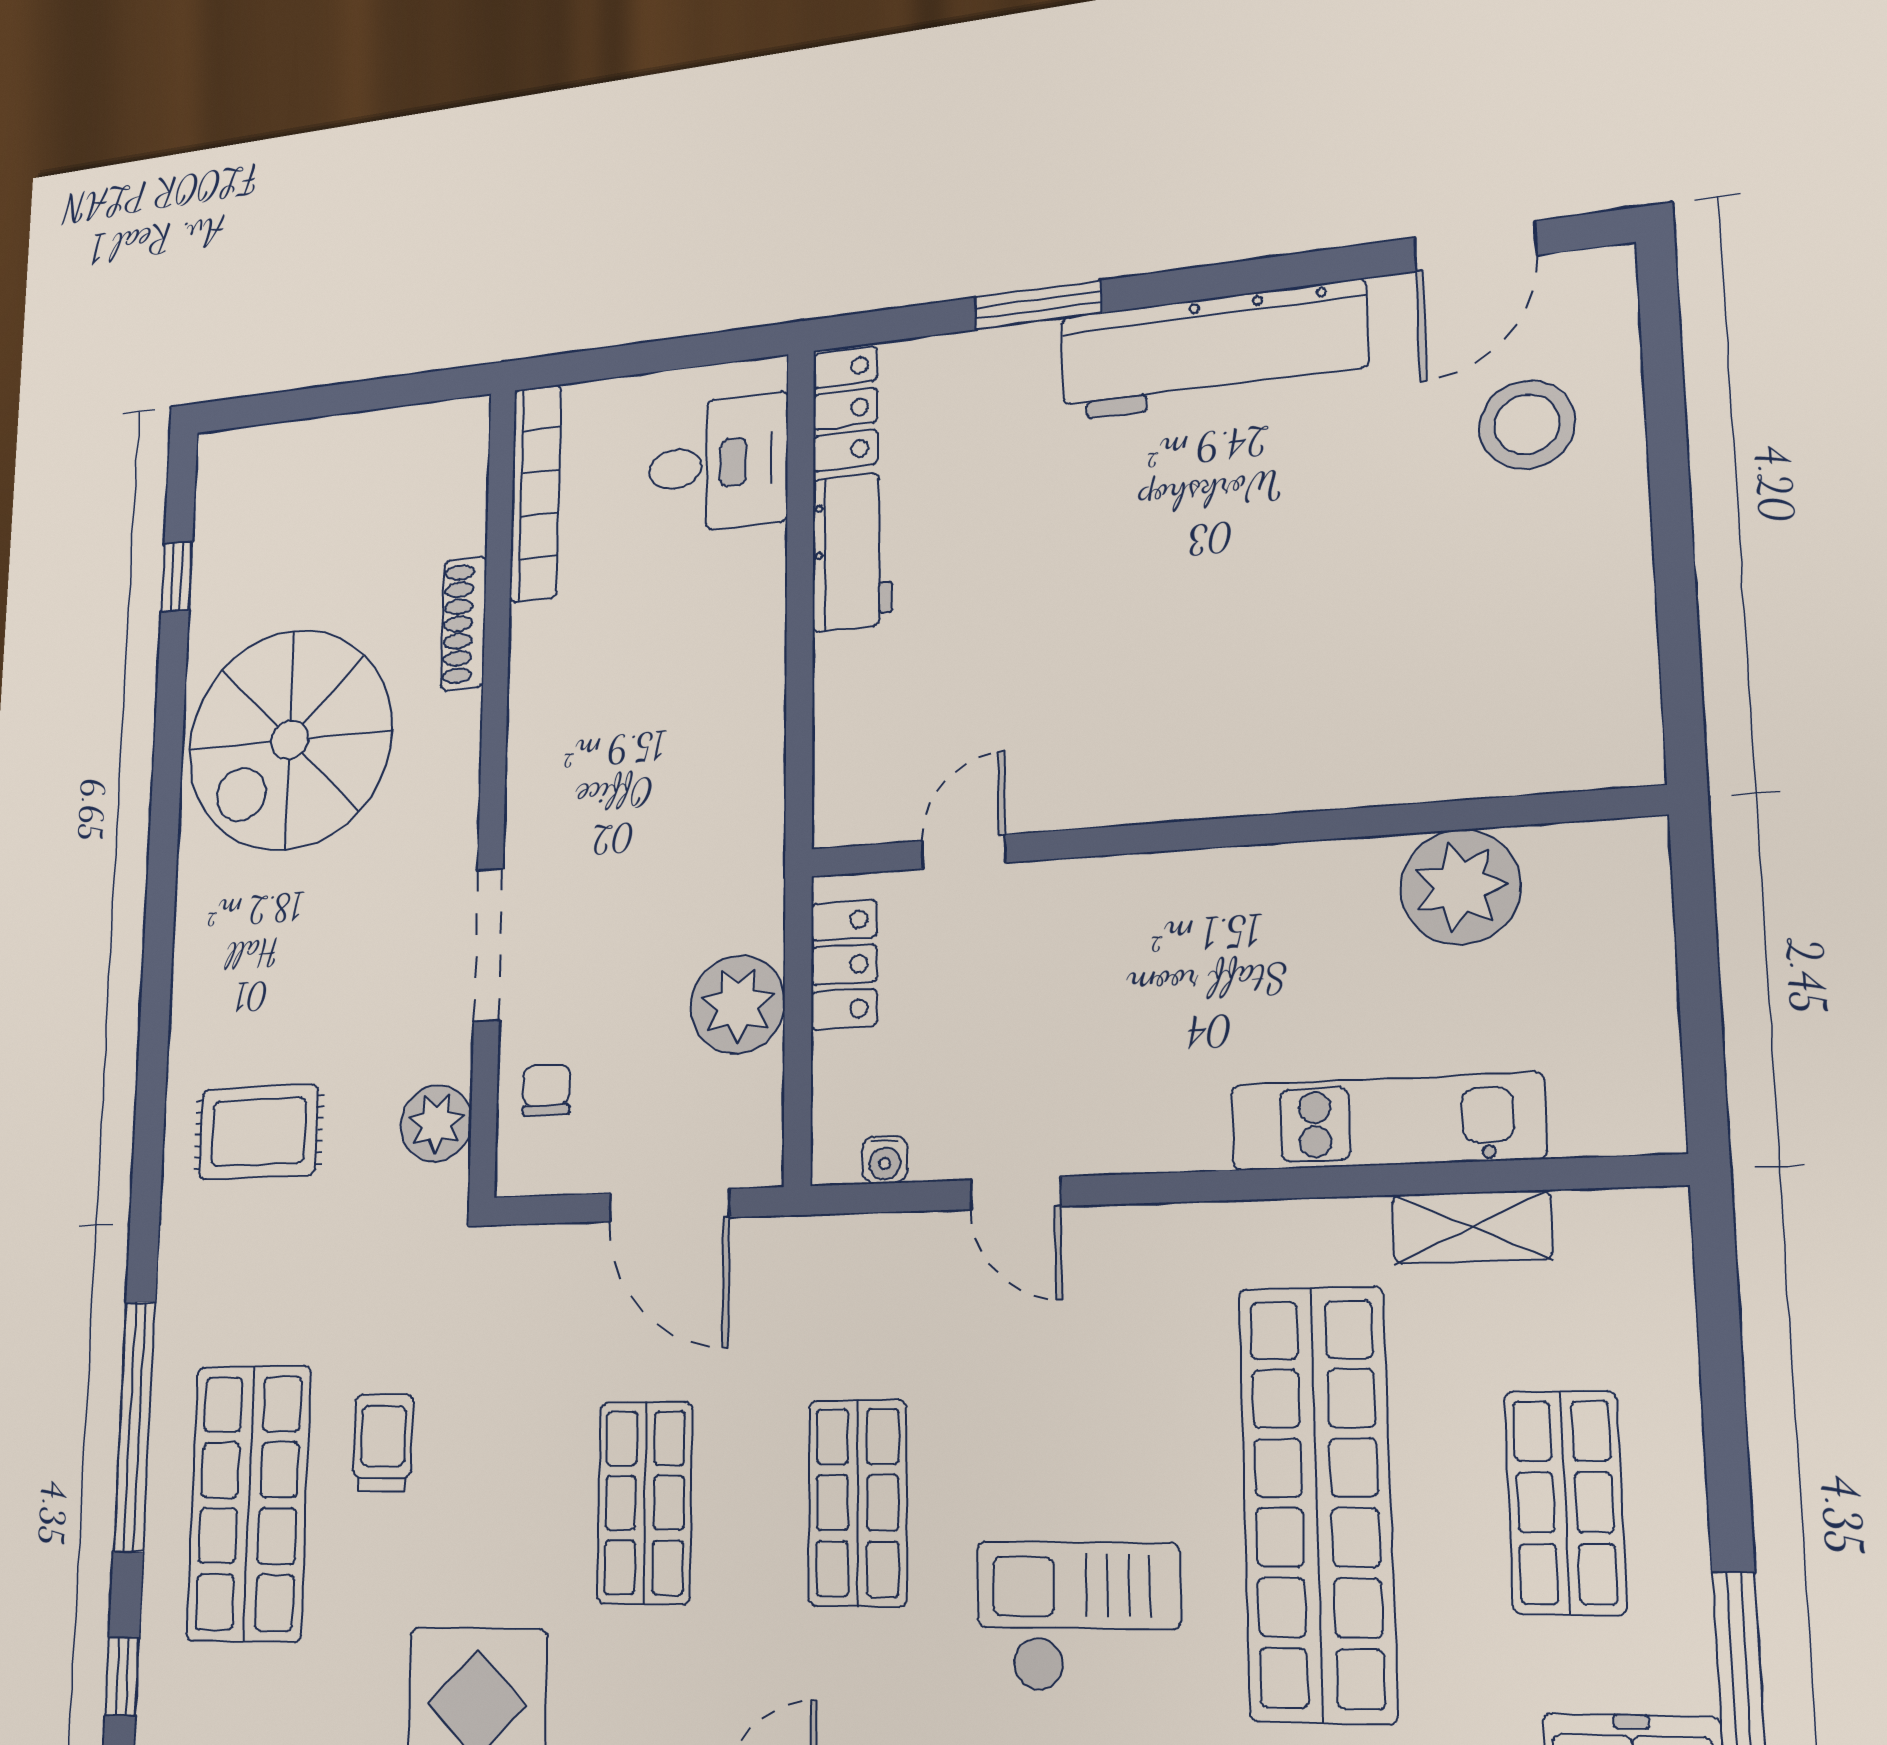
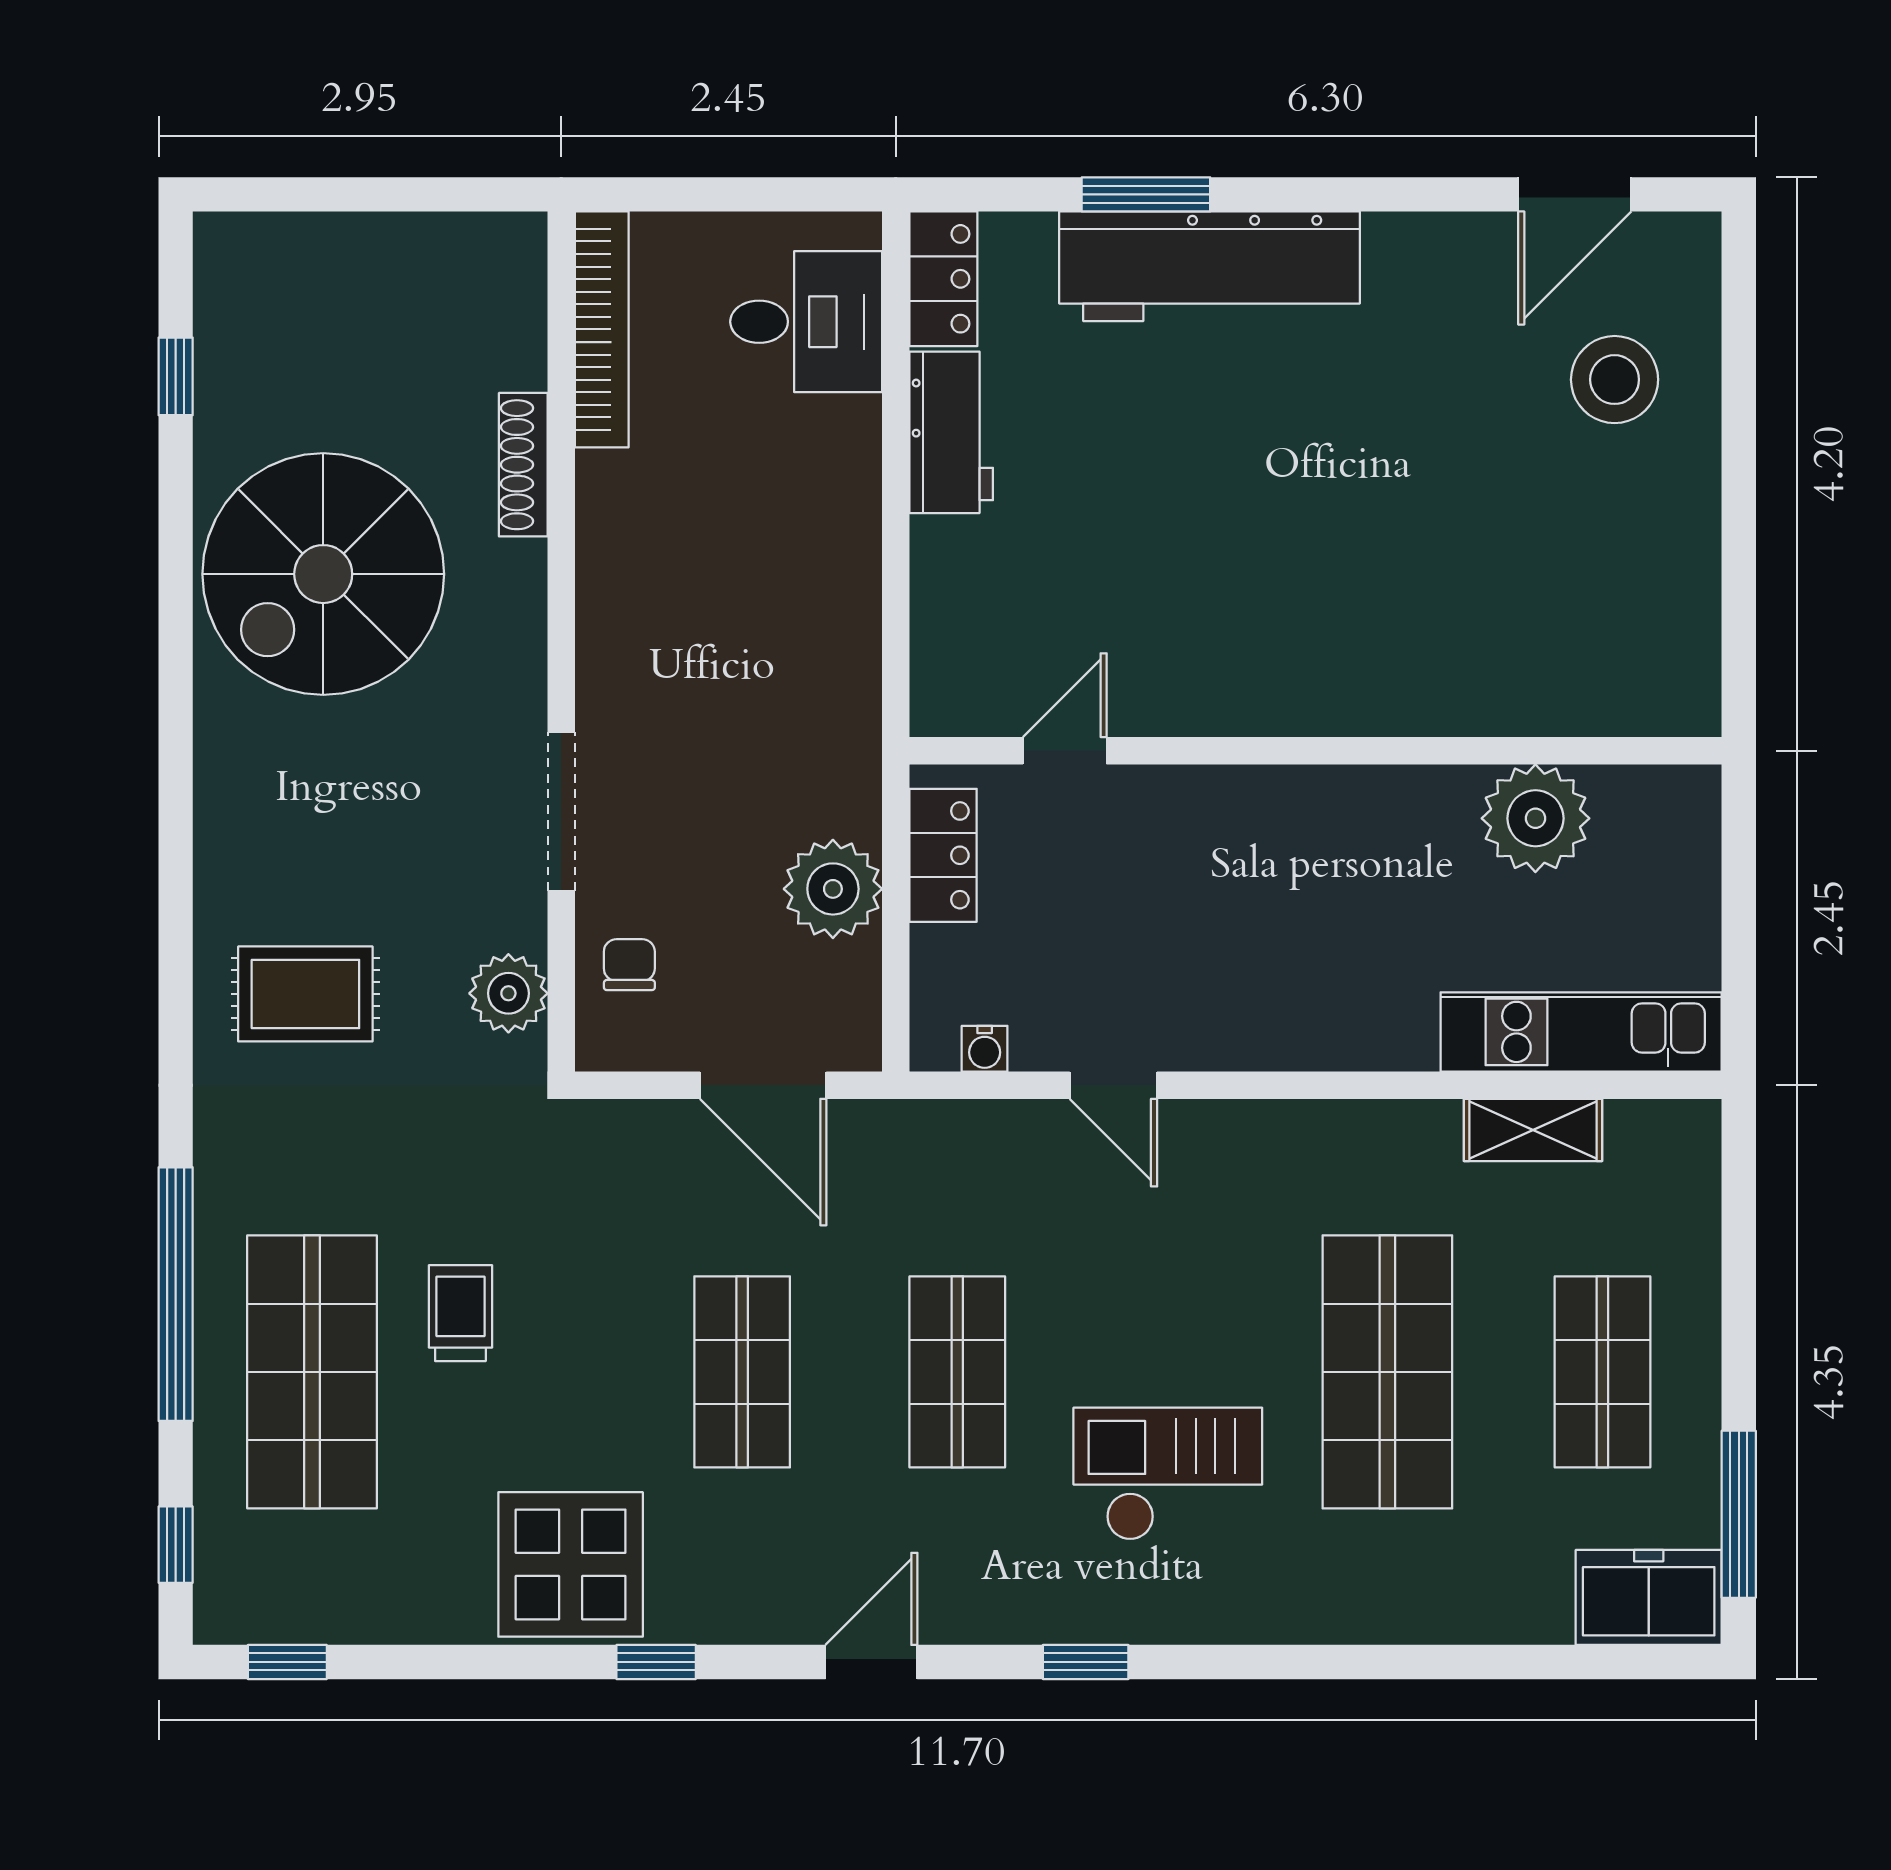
workbench: (1213, 350) -> (1209, 266), moved
kitchen unit: (1387, 1122) -> (1581, 1032), moved
shop shelf: (1317, 1502) -> (1387, 1372), width x0.71

